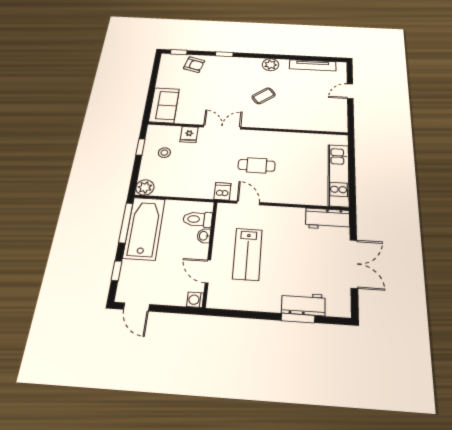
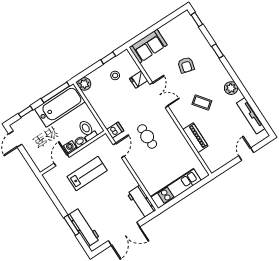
armchair: (194, 65) -> (186, 65), moved
door: (350, 91) -> (246, 154), hinge flipped
piano: (296, 123) -> (195, 138), added
lab bench: (247, 254) -> (87, 173), turned 180
washing machine: (195, 300) -> (70, 147), moved
workbench: (303, 304) -> (84, 227), width x1.38

